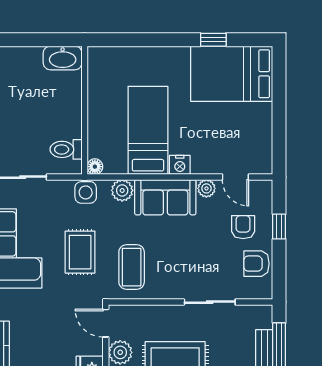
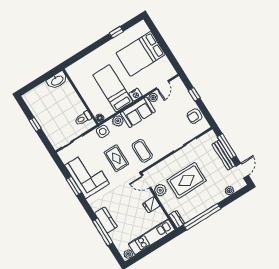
bed: (232, 74) -> (141, 54), moved
door: (235, 177) -> (162, 85), hinge flipped
armchair: (243, 227) -> (179, 104), removed

